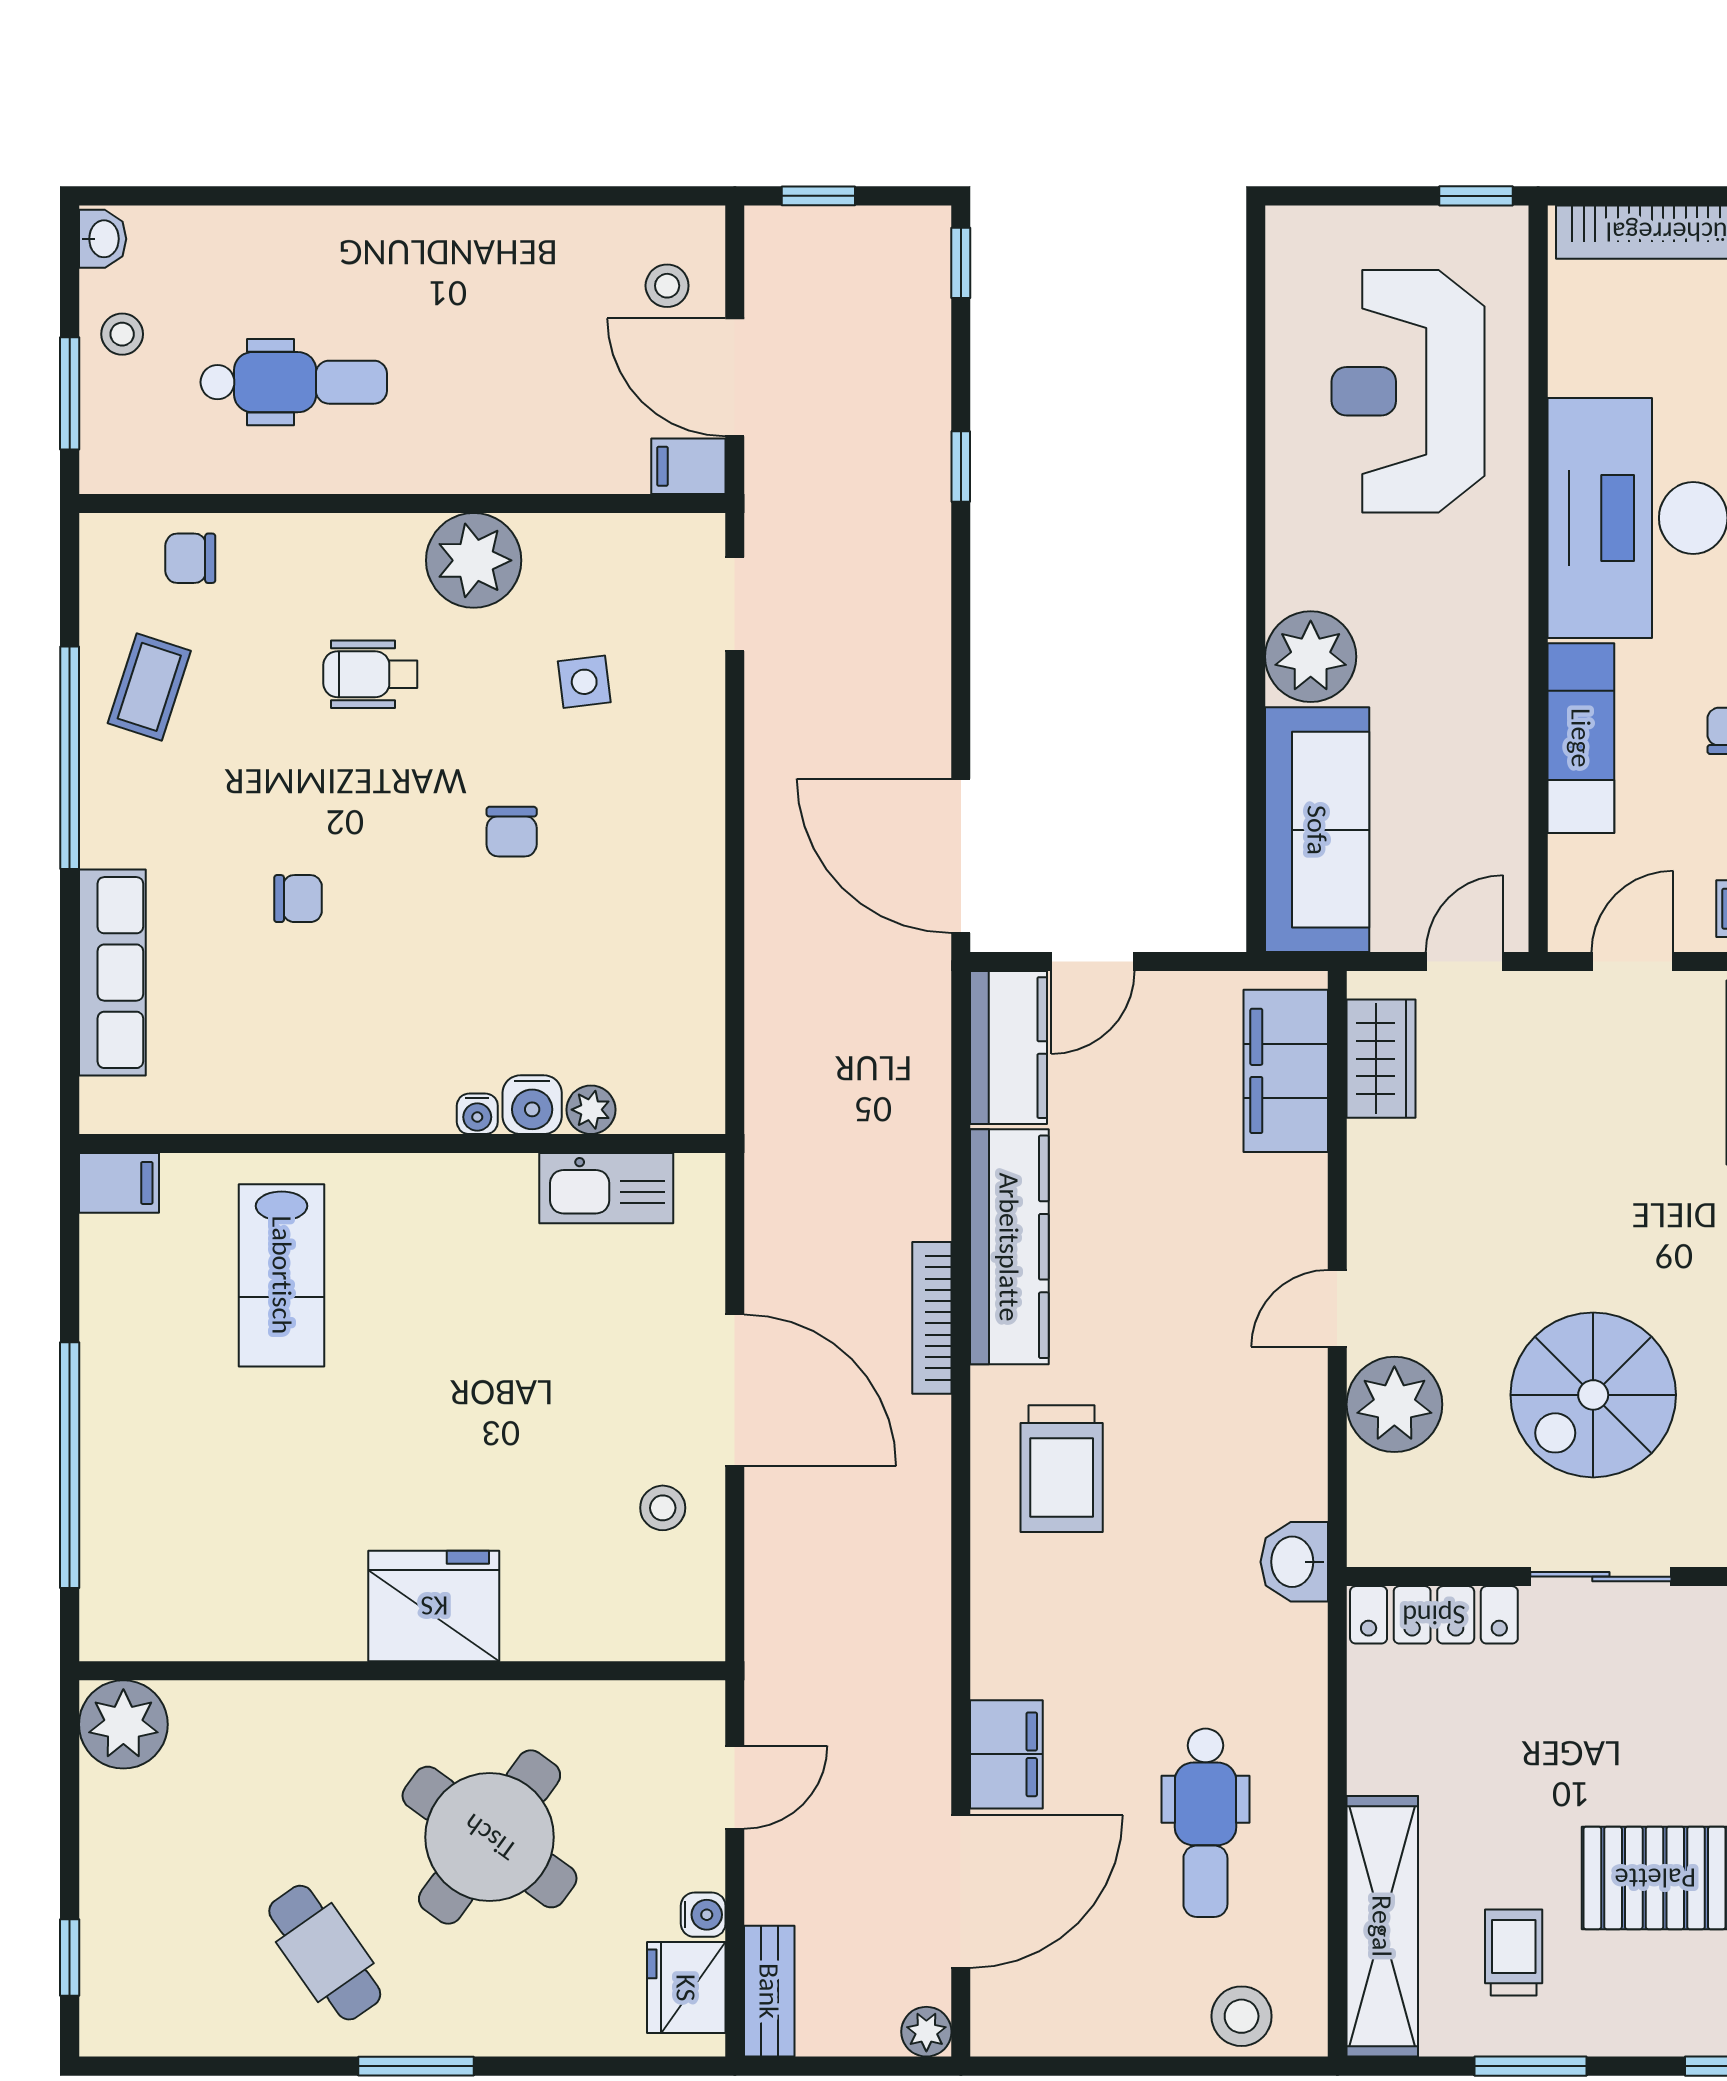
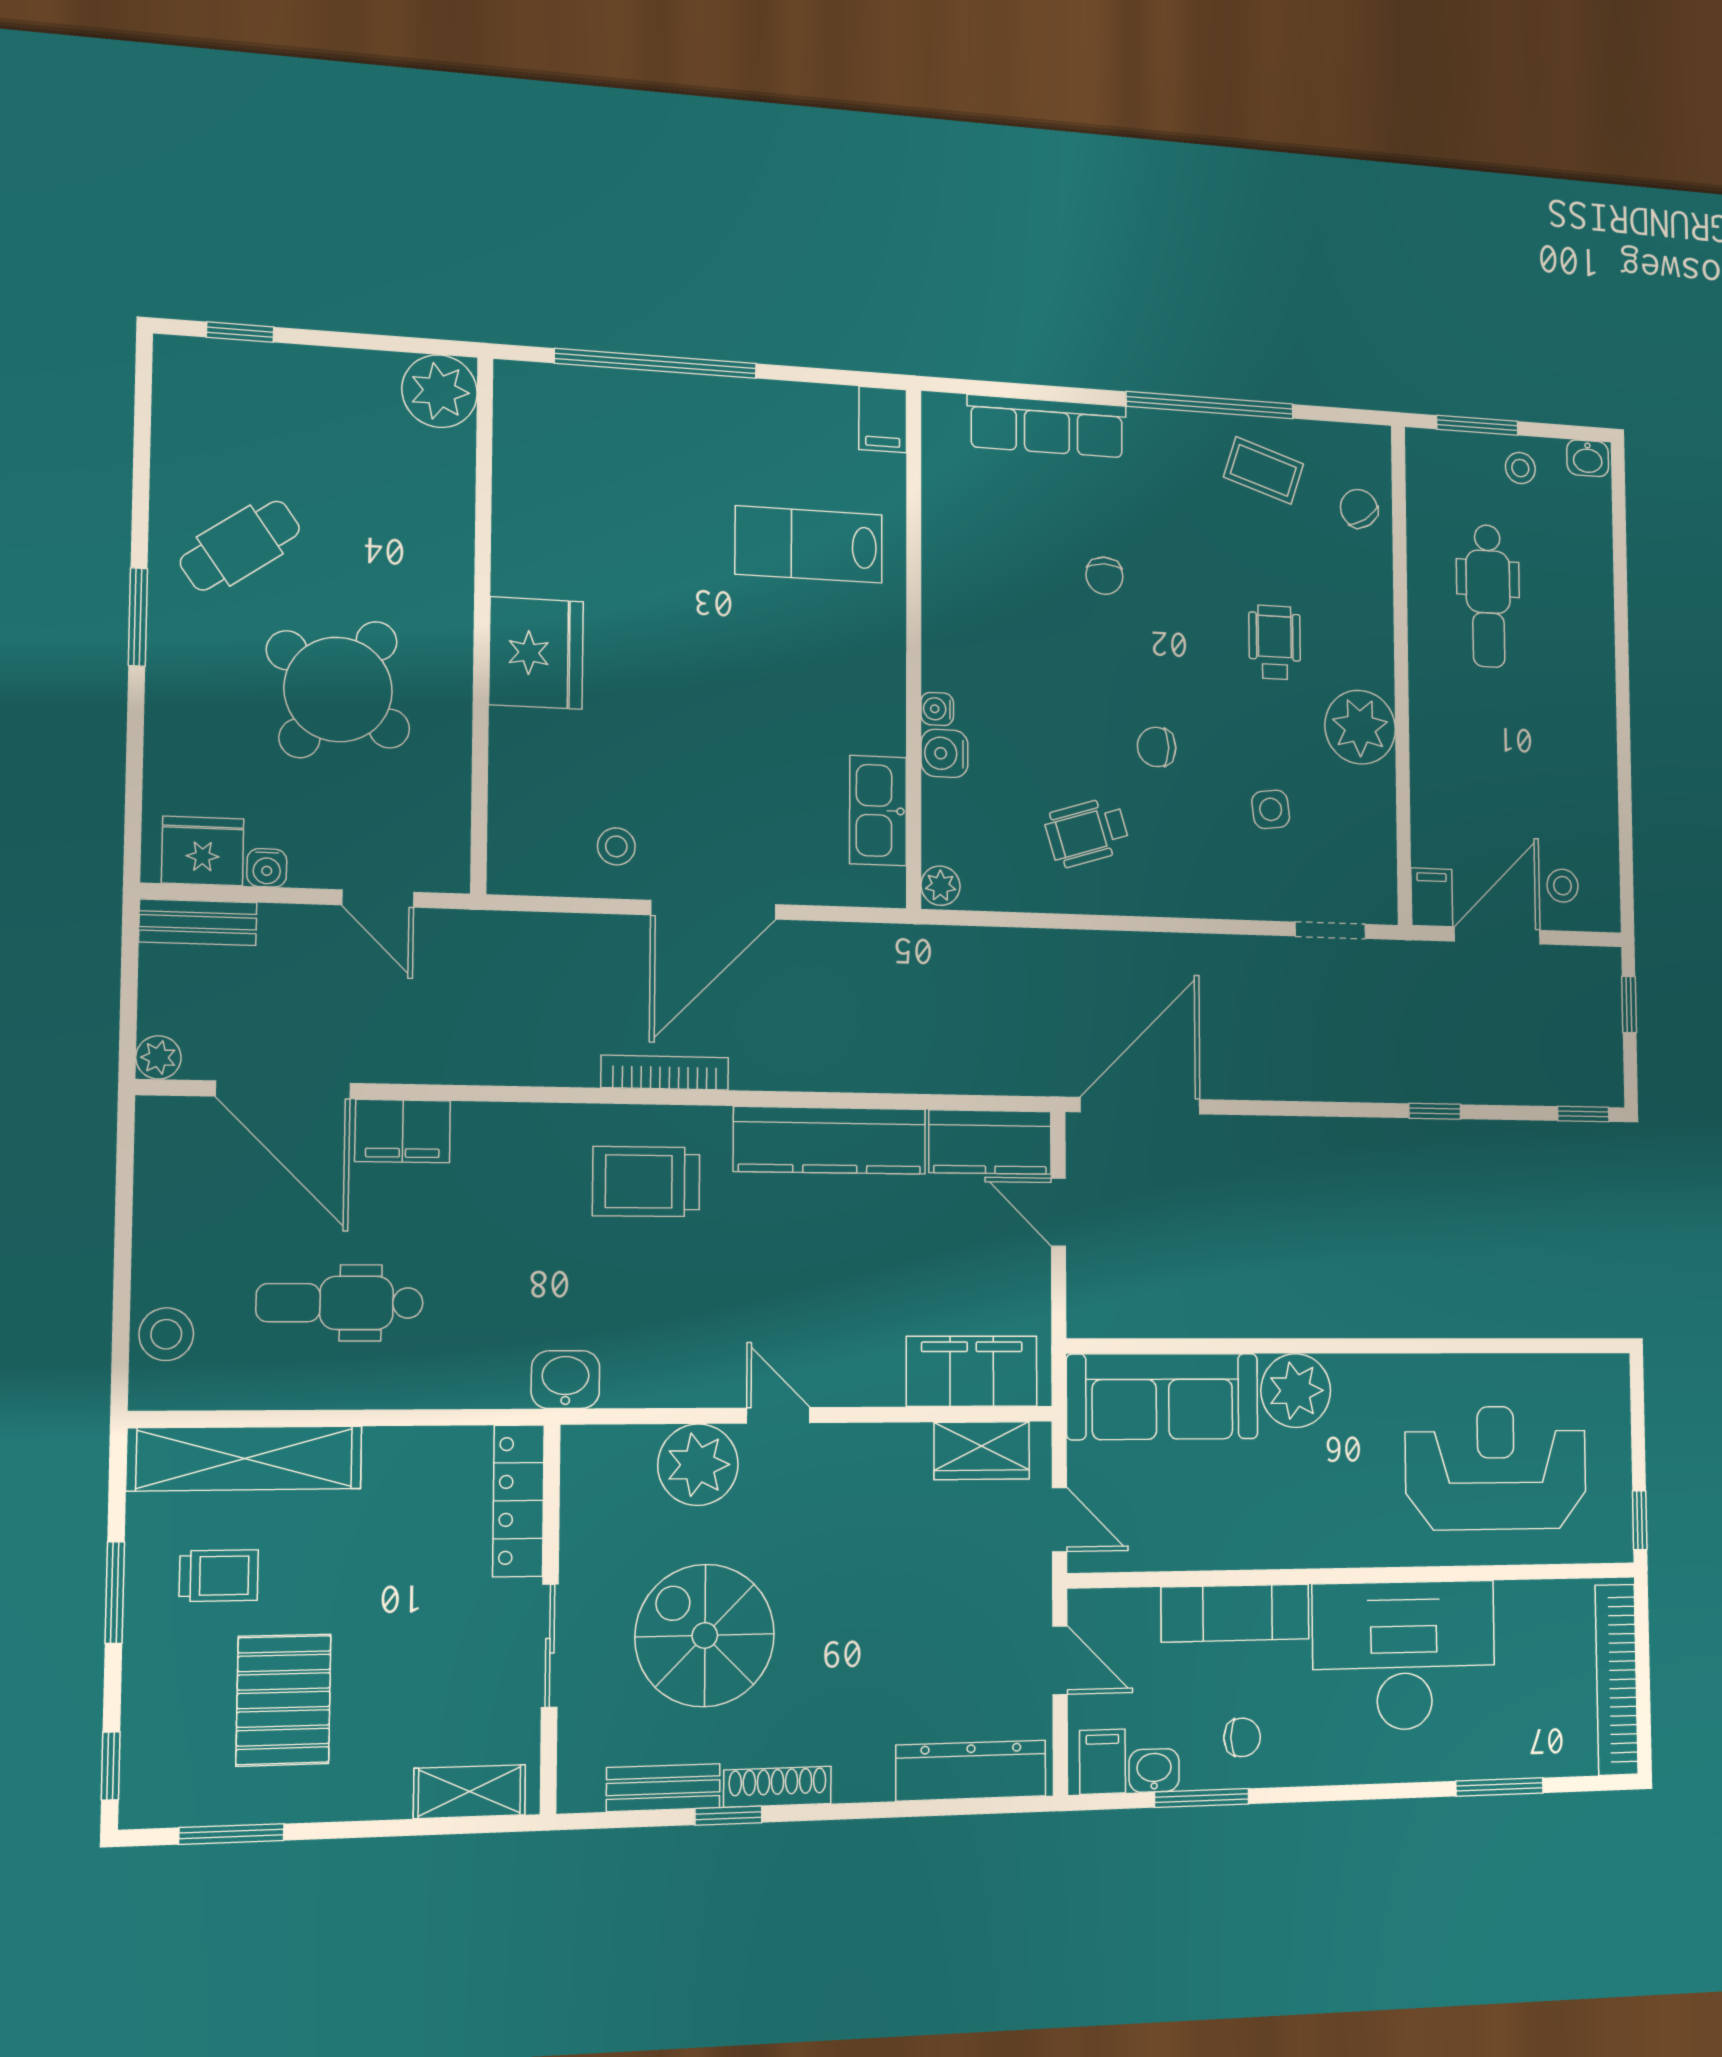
chair: (190, 558) -> (1359, 509), turned -34
wheelchair: (623, 923) -> (1087, 832), added
plant: (591, 1110) -> (940, 886), moved
bookcase: (932, 1318) -> (665, 1073), moved

